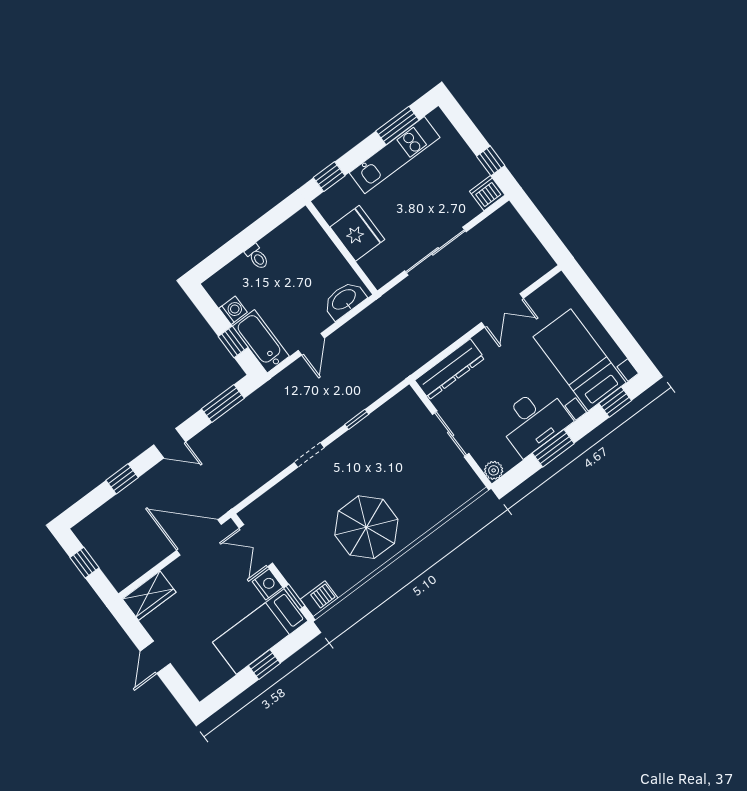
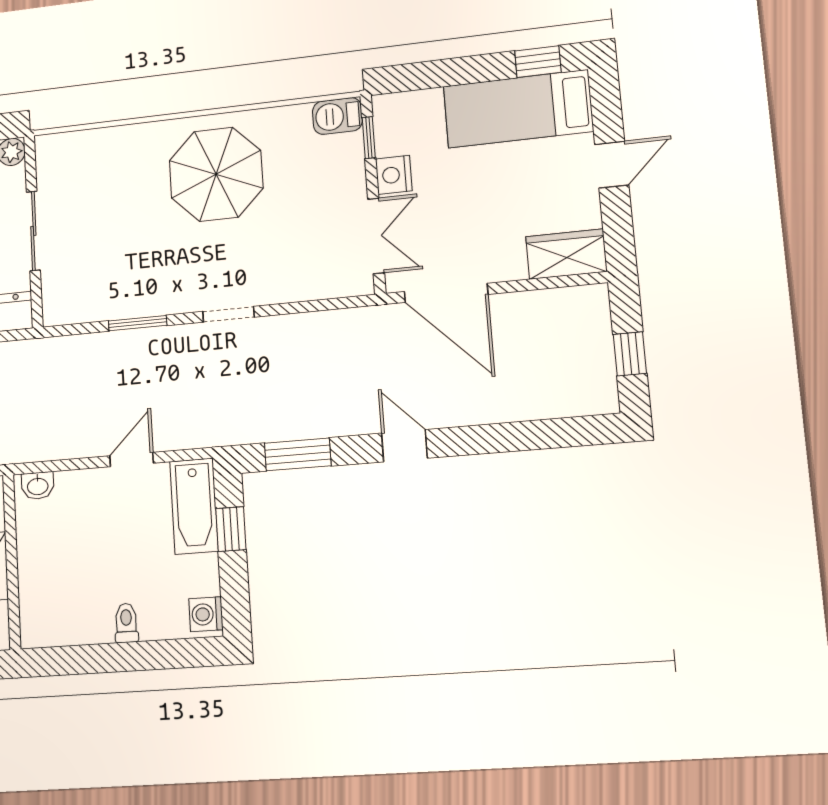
washbasin: (344, 300) -> (38, 486), width x0.52, depth x0.69
washing machine: (233, 310) -> (206, 614), moved
window: (357, 419) -> (138, 323), width x1.50
window: (122, 479) -> (502, 438), removed
bed: (260, 631) -> (518, 109), moved, turned 180
window: (264, 664) -> (538, 62), moved

